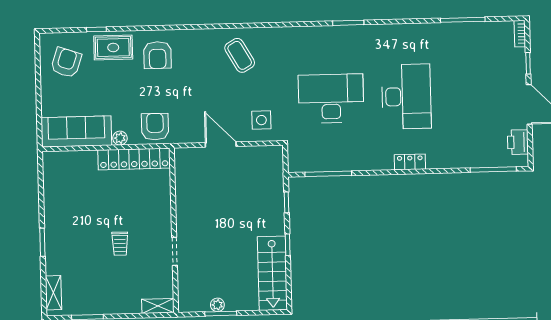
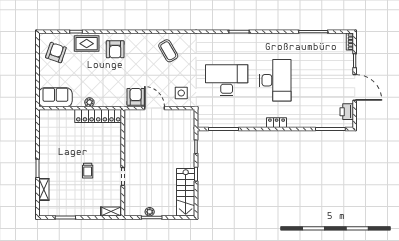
armchair: (155, 127) -> (136, 97), moved
sofa: (76, 131) -> (55, 97), width x0.73
shelving: (53, 293) -> (44, 189), moved

